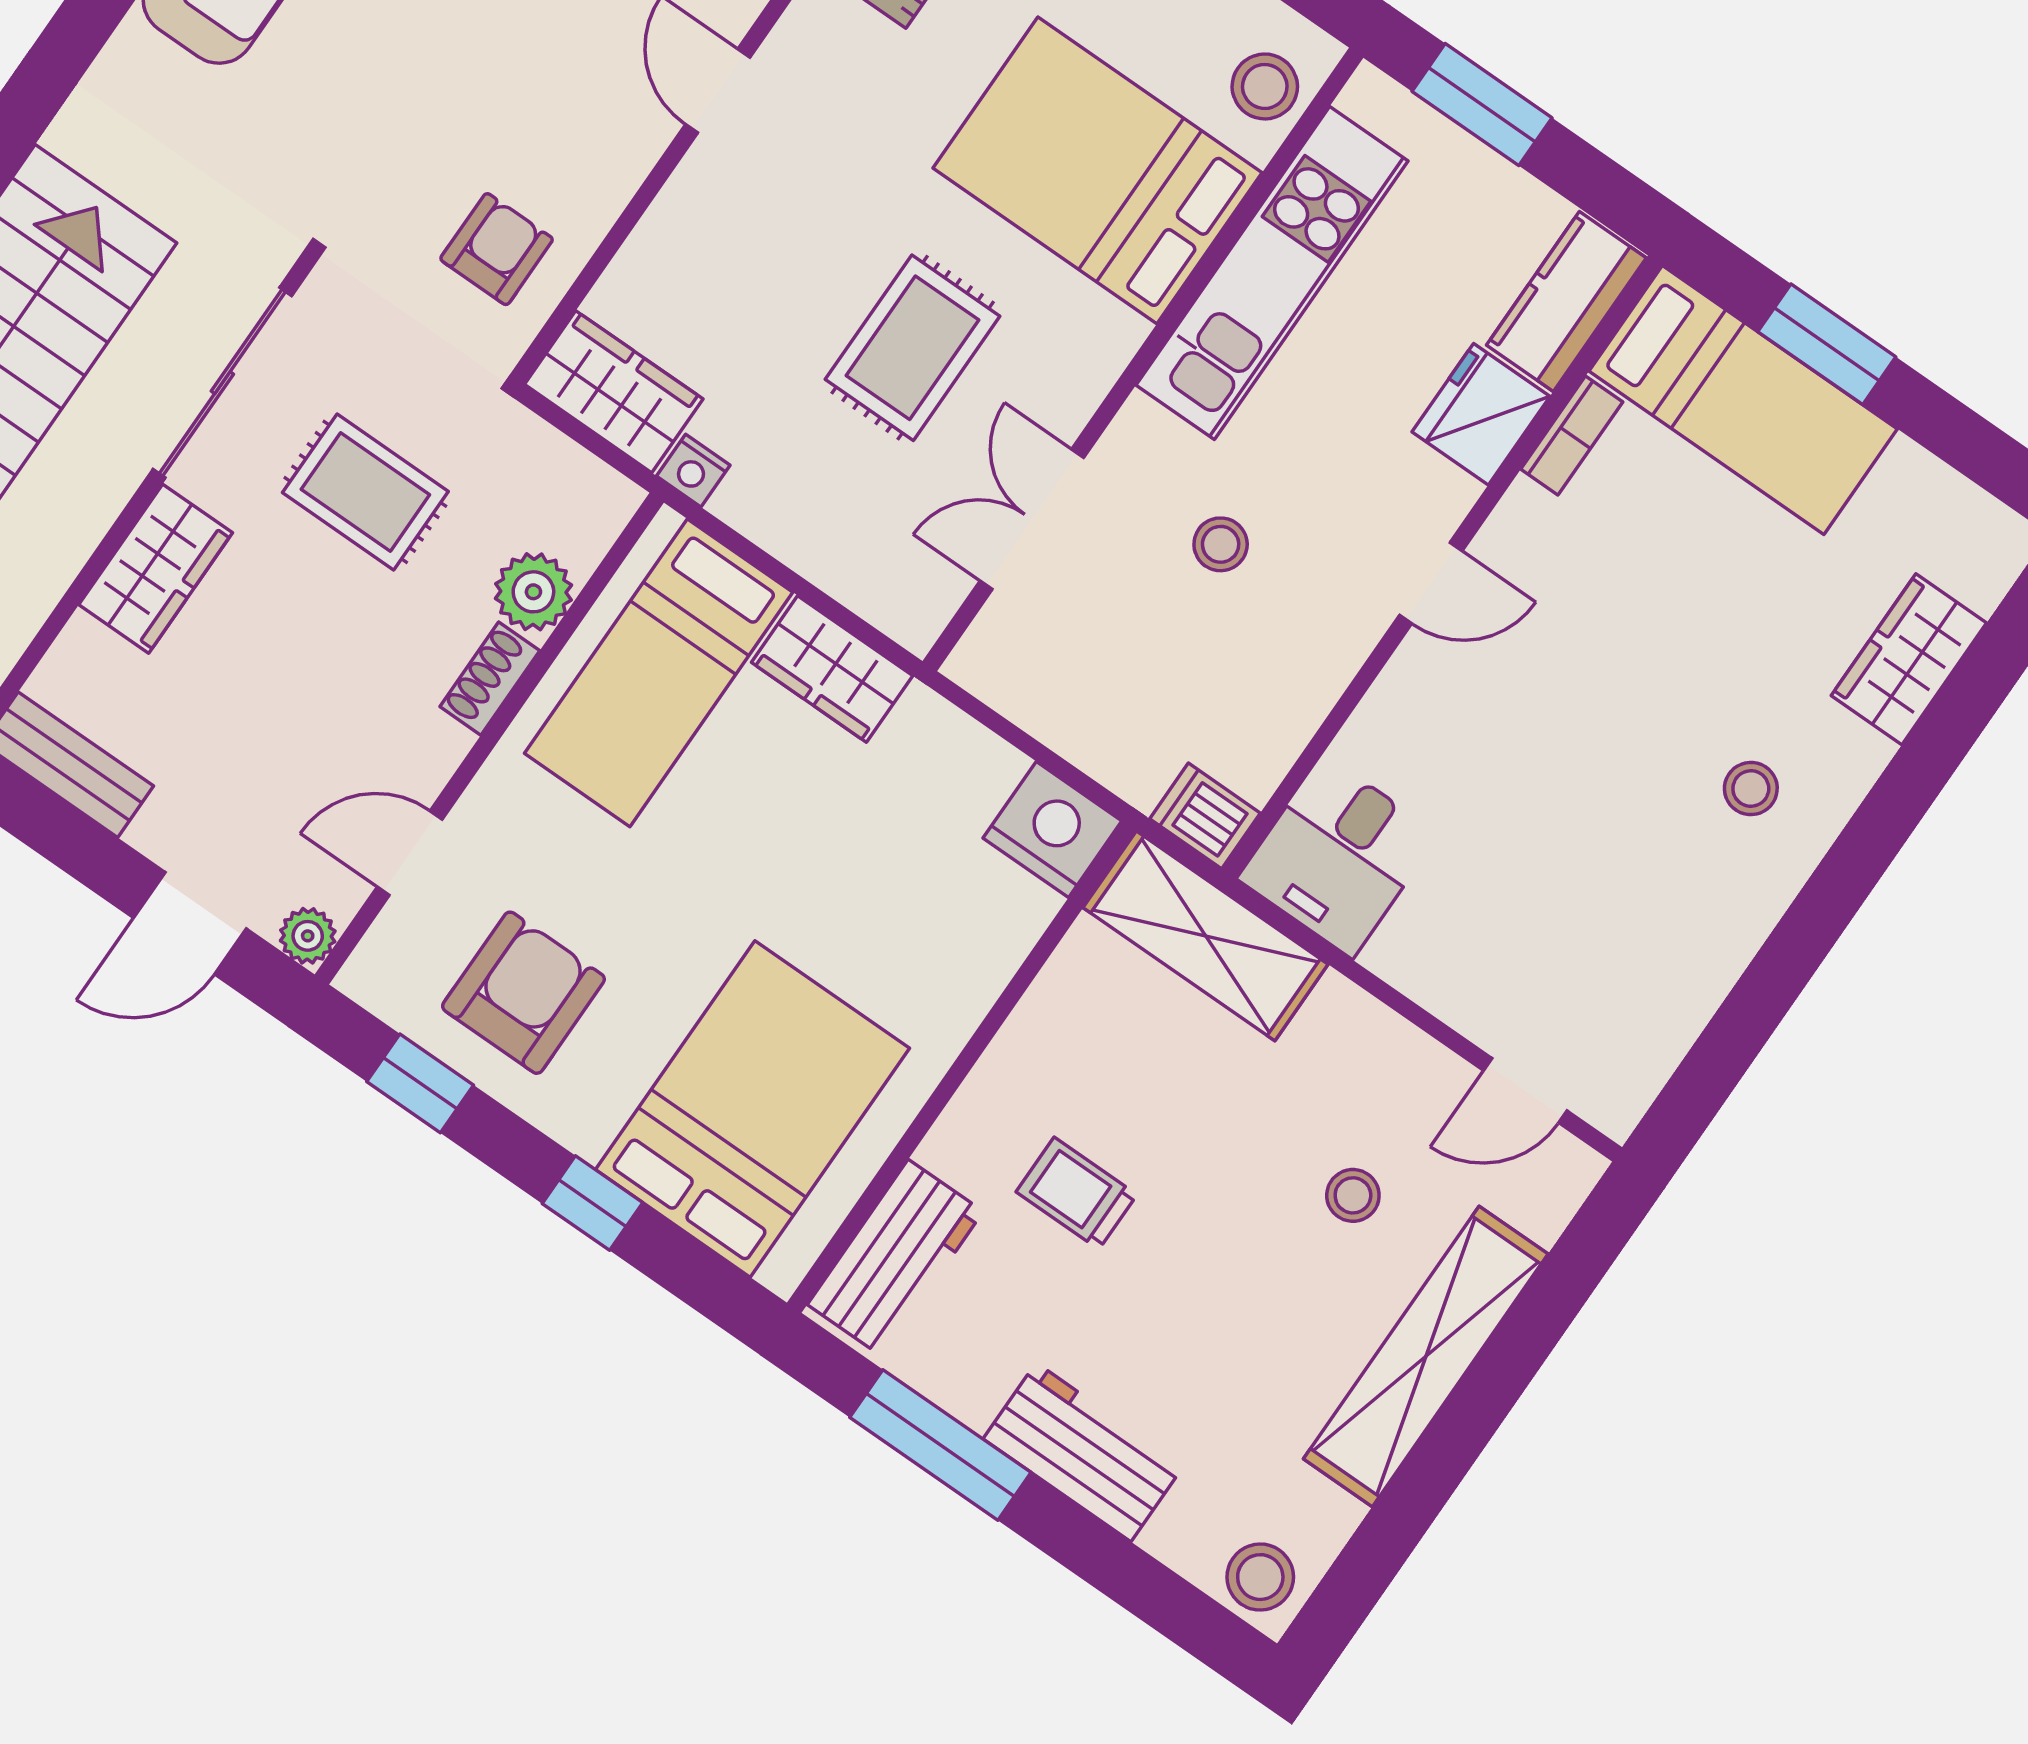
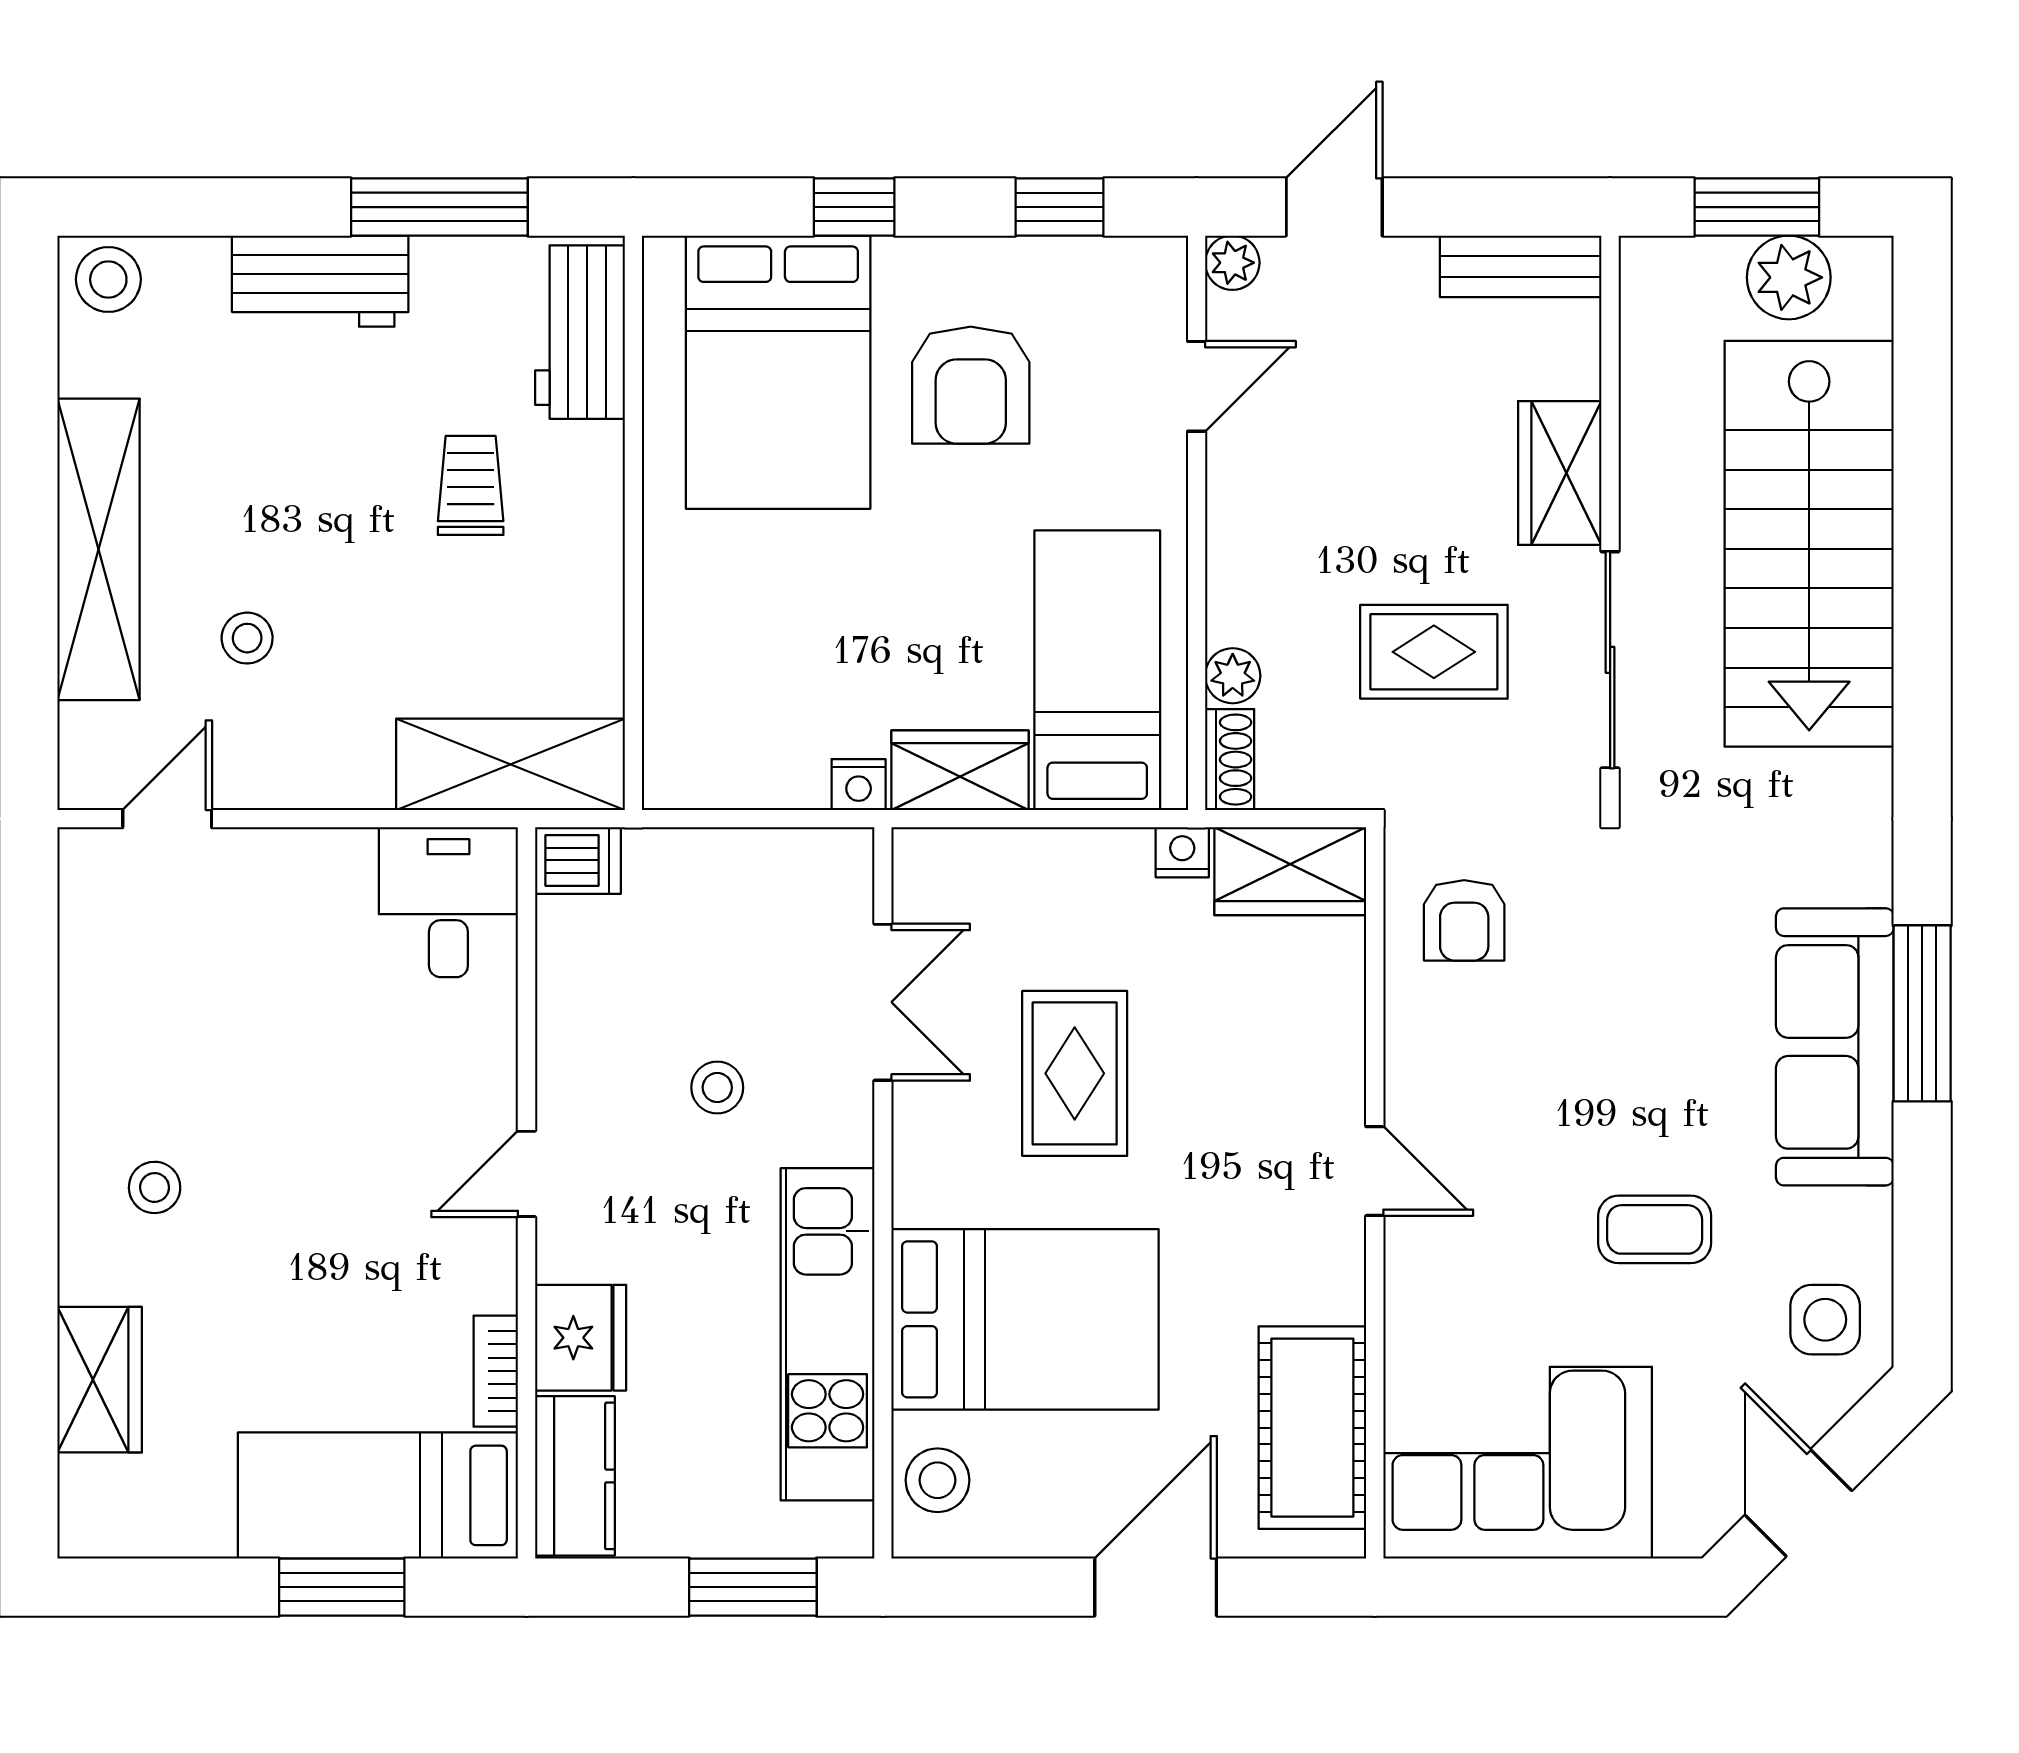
plant: (533, 592) -> (1233, 676), width x0.73, depth x0.73
shoe rack: (490, 679) -> (1230, 760), moved
nightstand: (1052, 830) -> (859, 785), moved, width x0.53, depth x0.56
armchair: (523, 993) -> (971, 385), moved
trolley: (1076, 1193) -> (471, 485), turned -90

